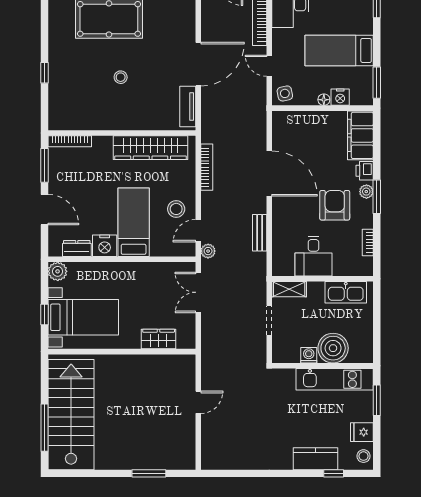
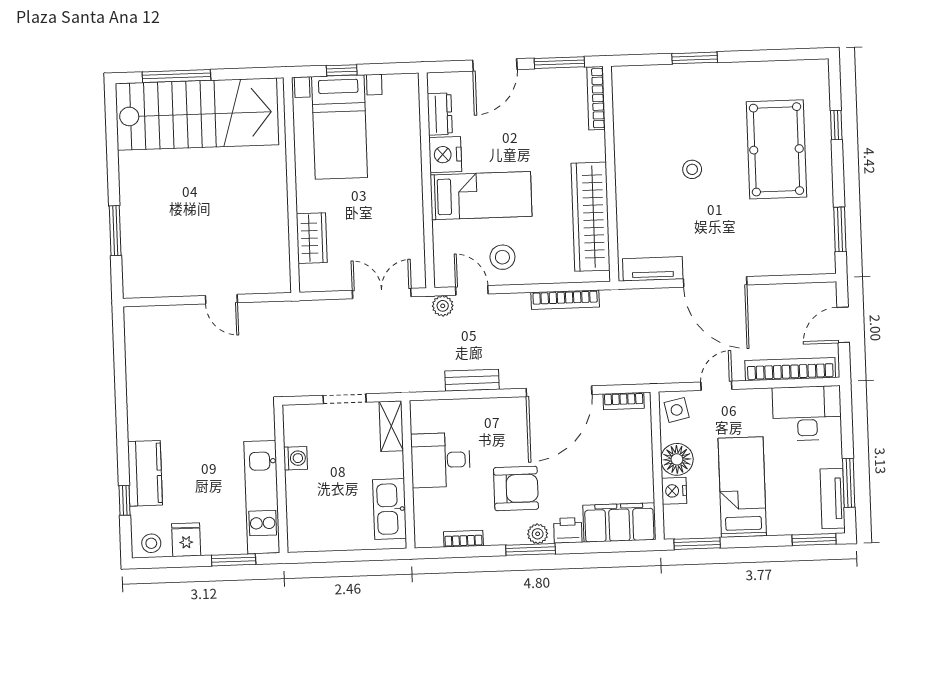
window: (44, 73) -> (695, 58), width x1.50
floor lamp: (324, 100) -> (677, 459), width x1.89, depth x1.89
bookcase: (277, 130) -> (624, 401), added
plant: (58, 271) -> (405, 87), removed
boiler: (333, 348) -> (307, 493), removed

